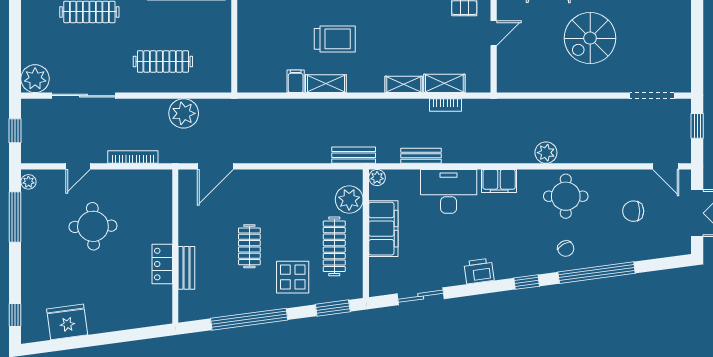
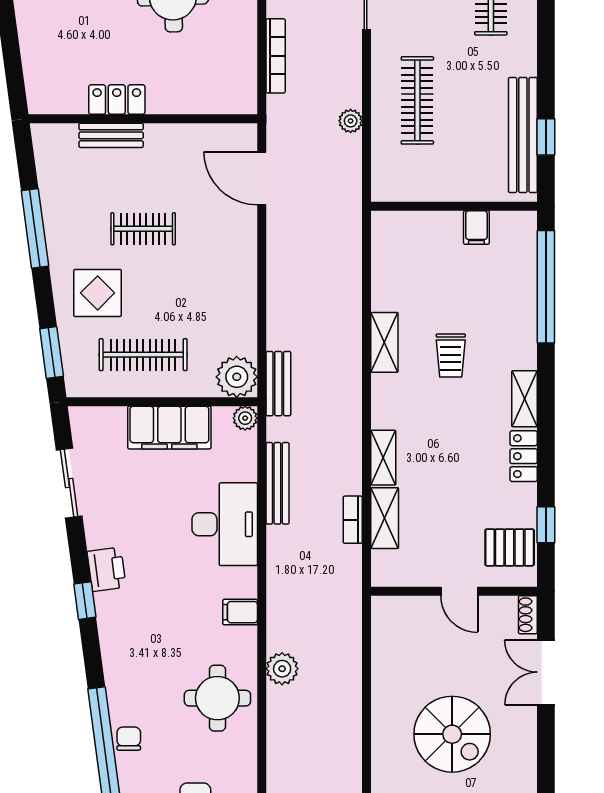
spiral stairs: (590, 38) -> (452, 734), turned 180
trolley: (335, 39) -> (451, 355), width x0.73, depth x0.72
filing cabinet: (296, 81) -> (476, 228), moved, turned 90
plant: (184, 113) -> (351, 121), width x0.53, depth x0.53
bench: (421, 156) -> (277, 483), width x1.36
filing cabinet: (499, 181) -> (240, 612), width x0.50
plant: (349, 200) -> (237, 377), moved
chair: (566, 249) -> (129, 739), moved, turned 120
window: (527, 282) -> (85, 601), moved
window: (249, 319) -> (35, 228), width x0.68

